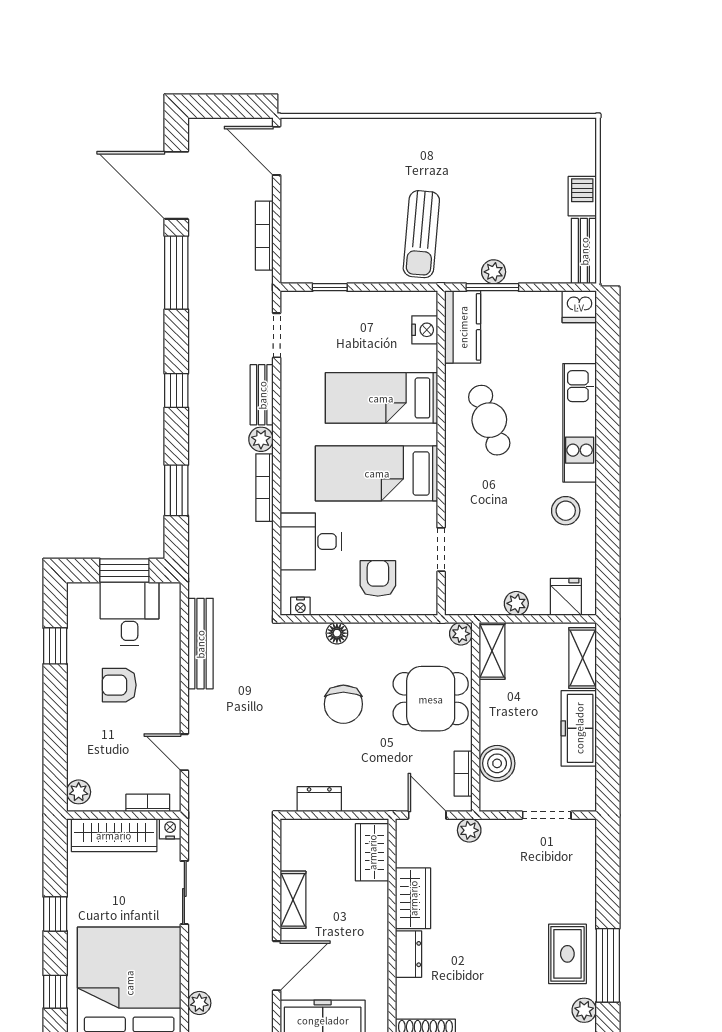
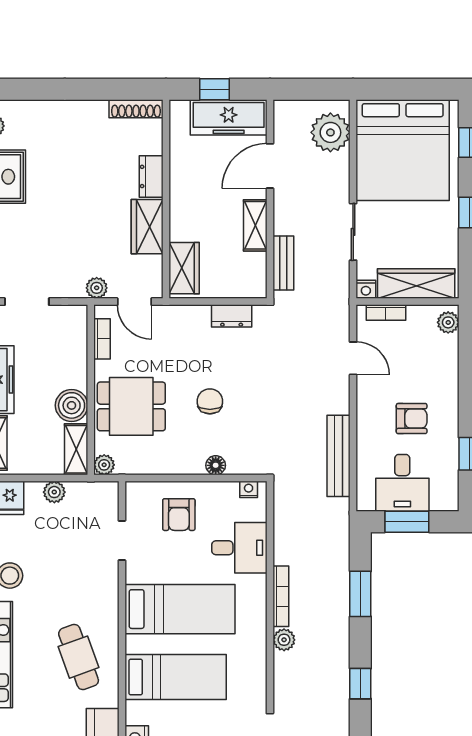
bench: (262, 395) -> (283, 263), moved
chair: (343, 704) -> (210, 401), width x0.73, depth x0.73
boiler: (497, 763) -> (72, 405), moved
plant: (199, 1003) -> (330, 132), width x1.87, depth x1.87

